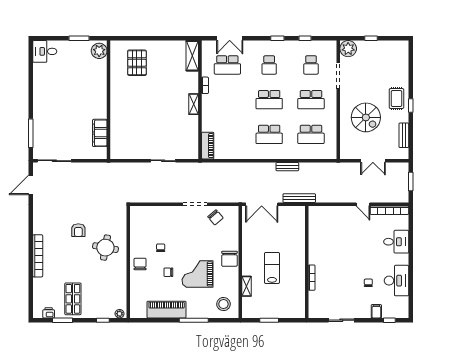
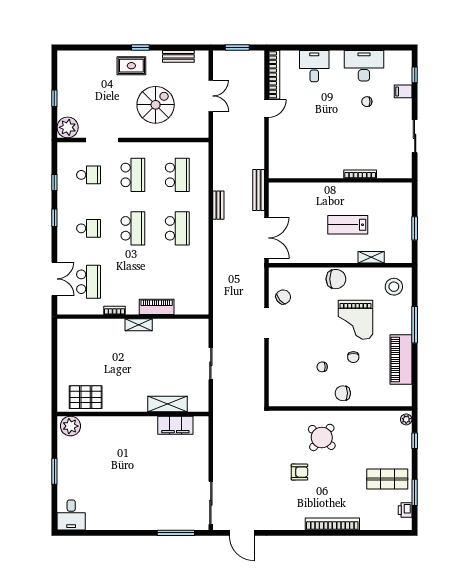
plant: (99, 51) -> (70, 426), moved
shelving: (192, 56) -> (168, 404), moved
wall: (109, 100) -> (133, 414), moved
filing cabinet: (100, 133) -> (175, 425), moved
piano: (208, 146) -> (157, 307), moved
round table: (105, 248) -> (322, 437), turned 31

